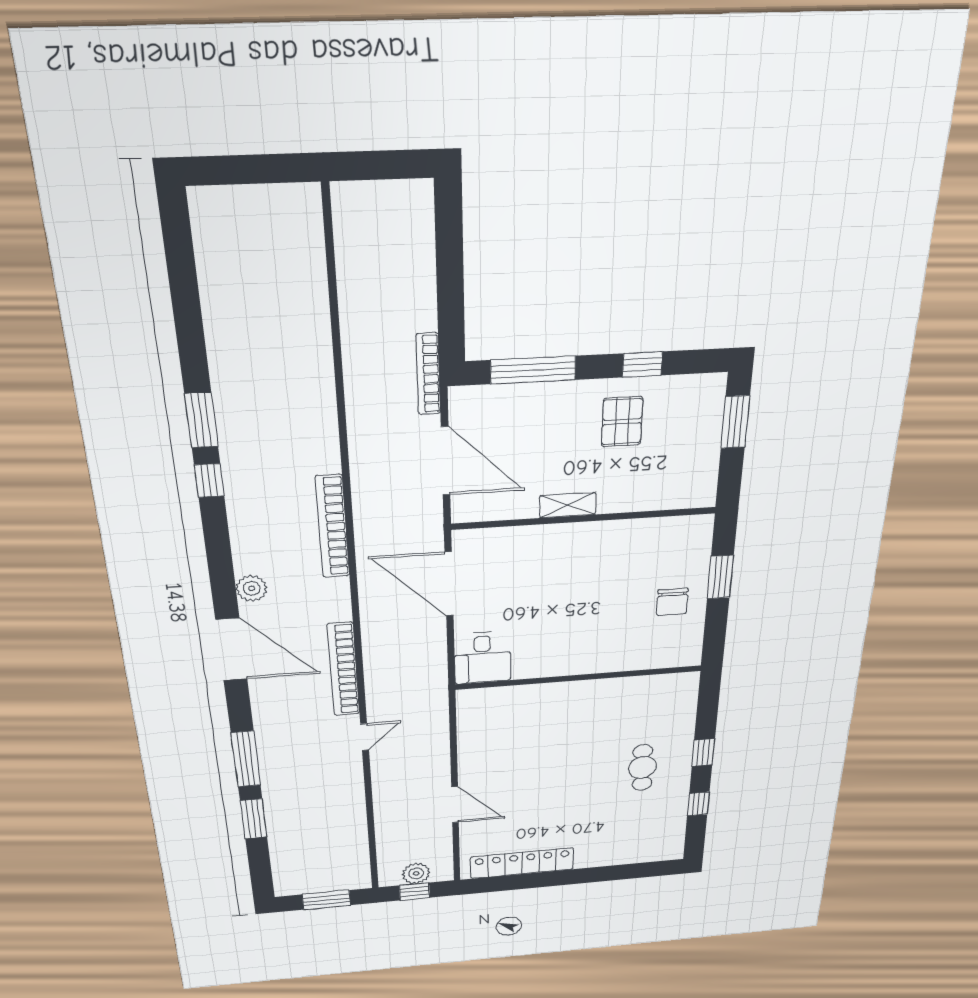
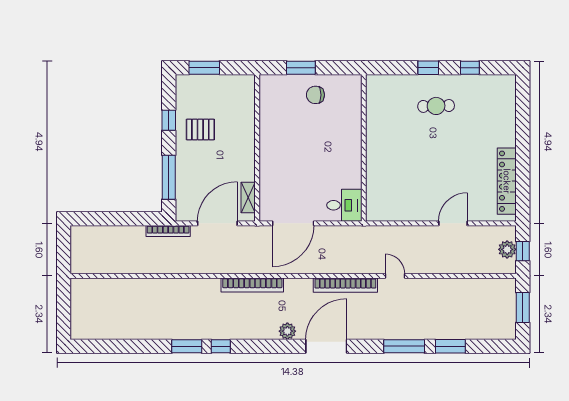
shelving: (568, 505) -> (248, 198), moved
chair: (672, 602) -> (315, 95), turned 180

